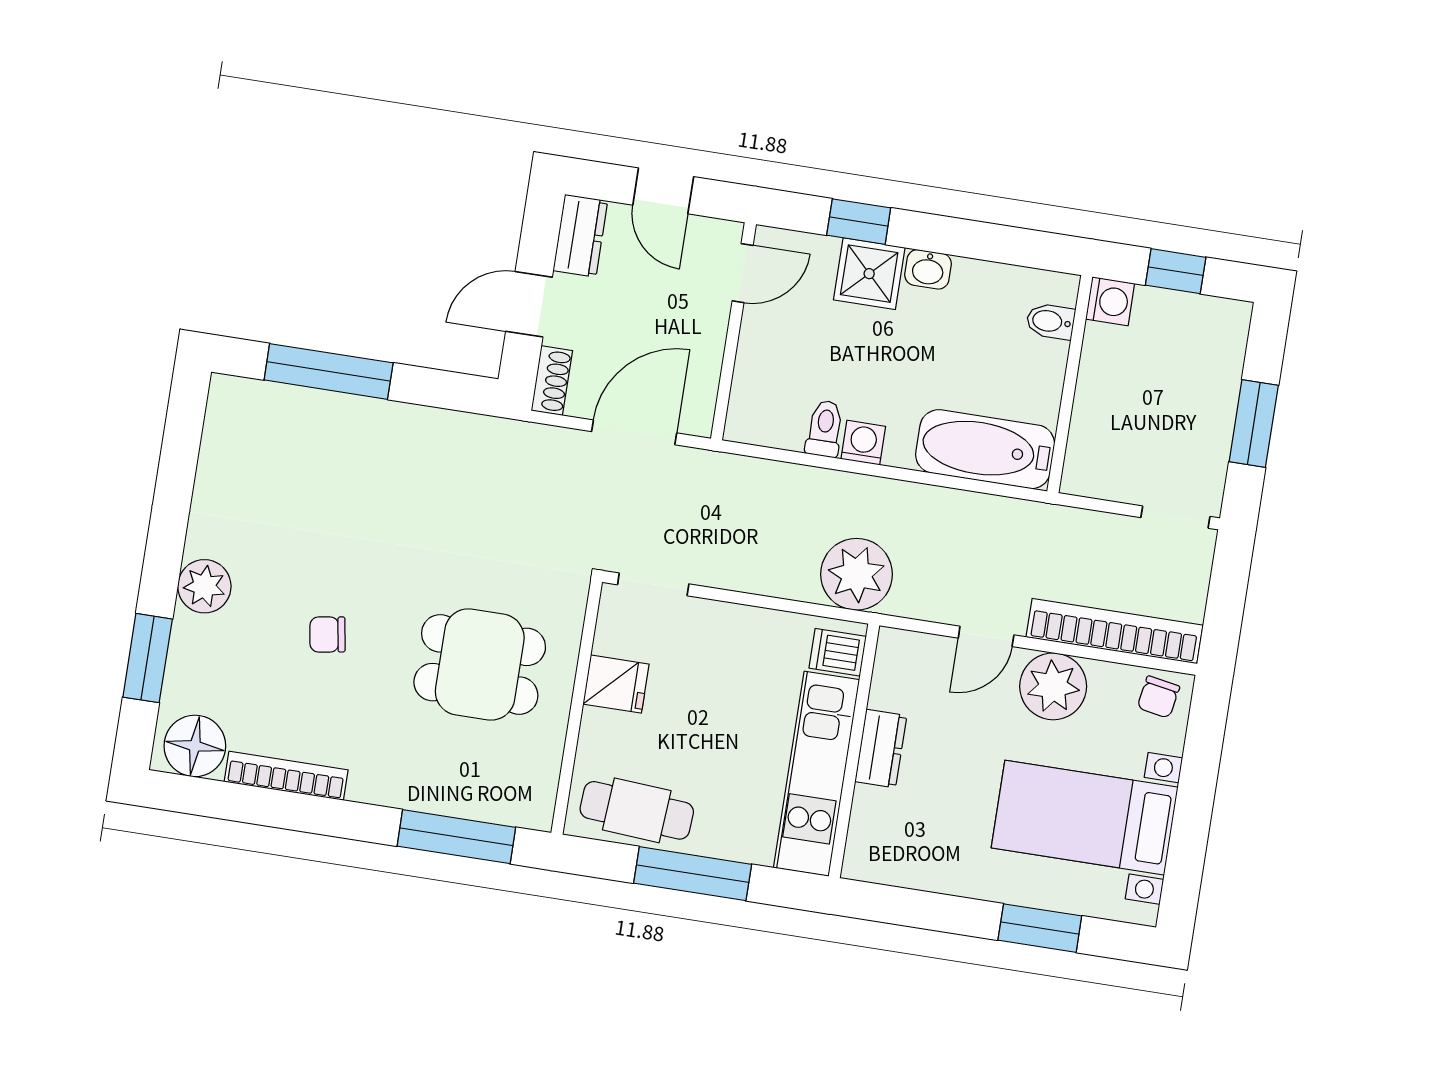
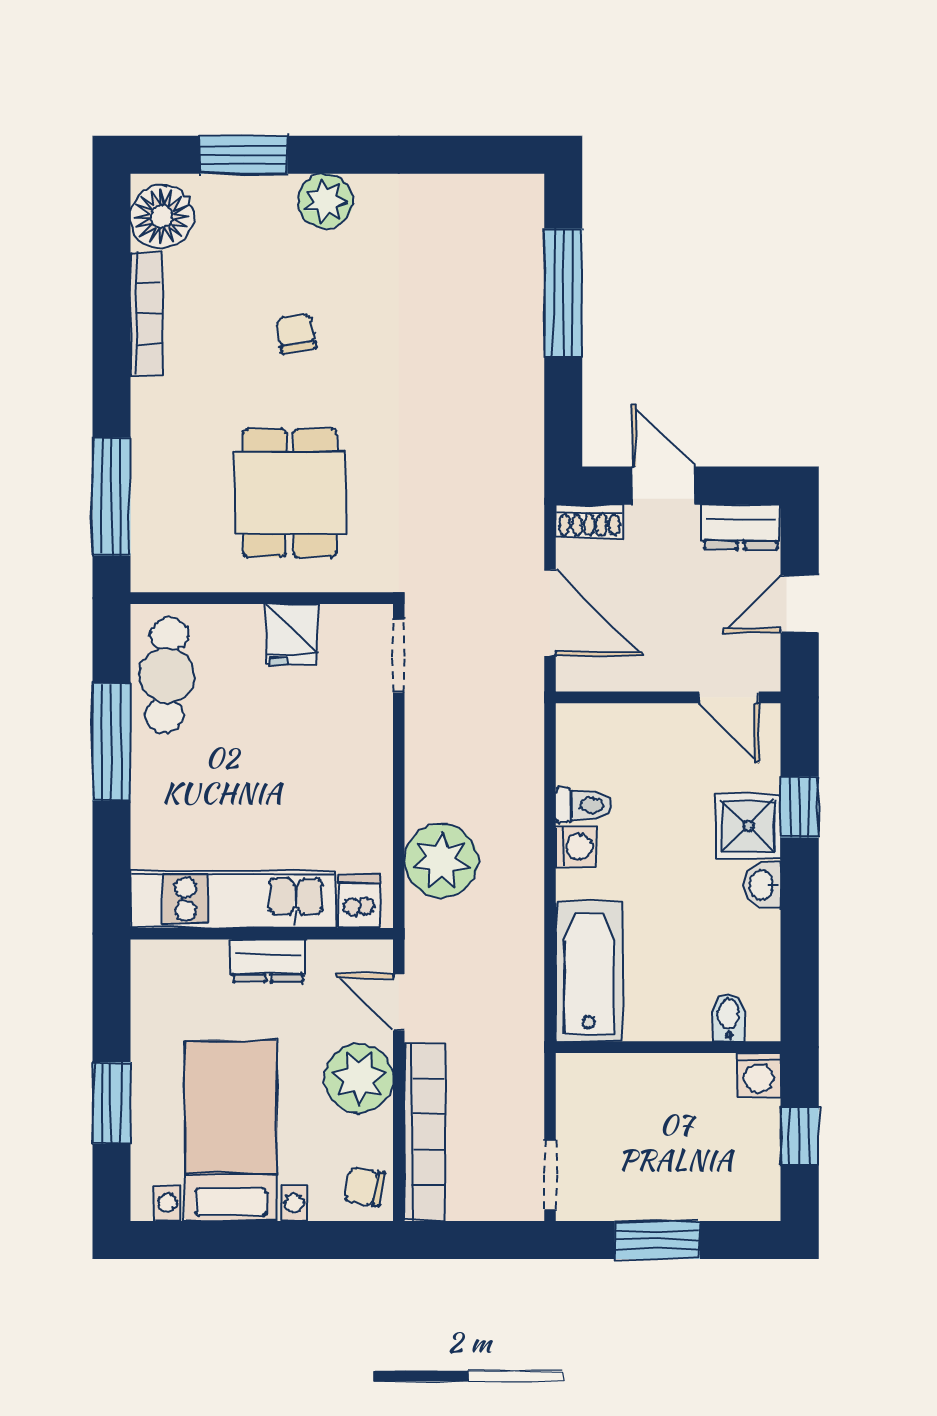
dishwasher: (838, 652) -> (359, 901), moved
dresser: (881, 749) -> (268, 961), moved
wall: (854, 751) -> (262, 934), moved
kitchen unit: (816, 774) -> (233, 899), moved

